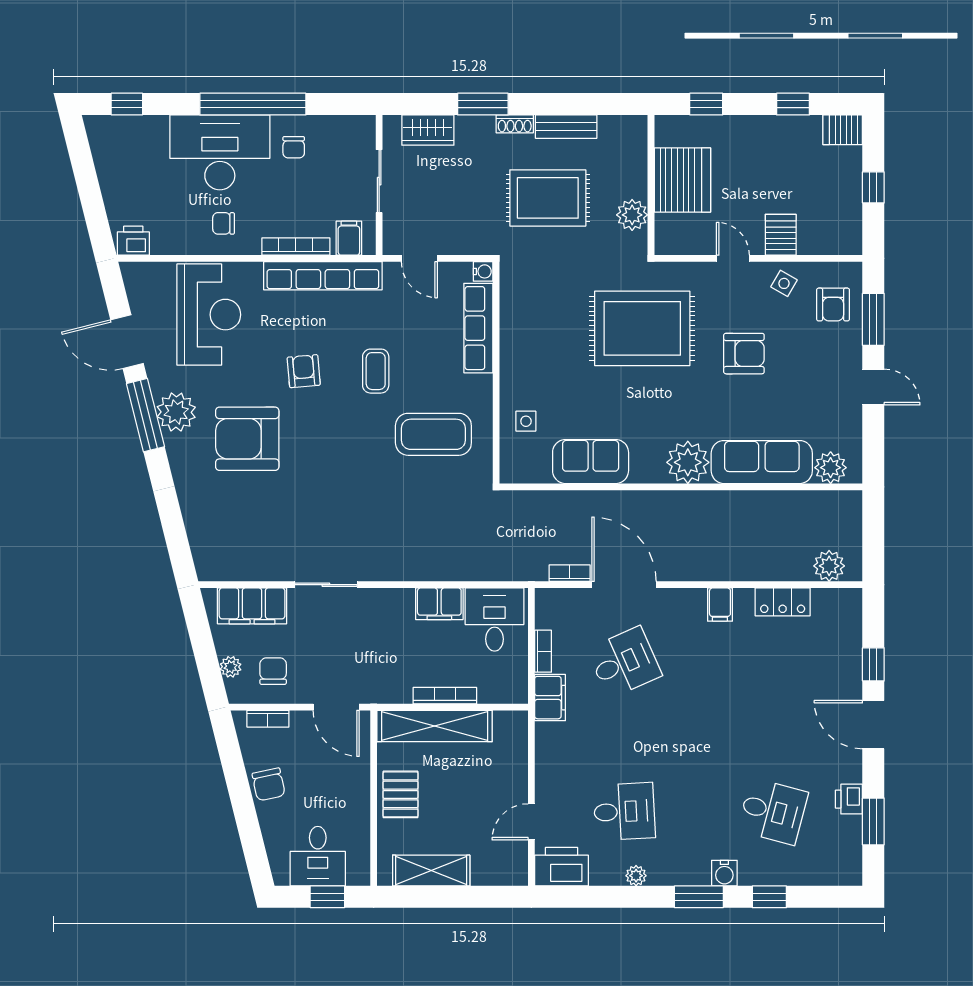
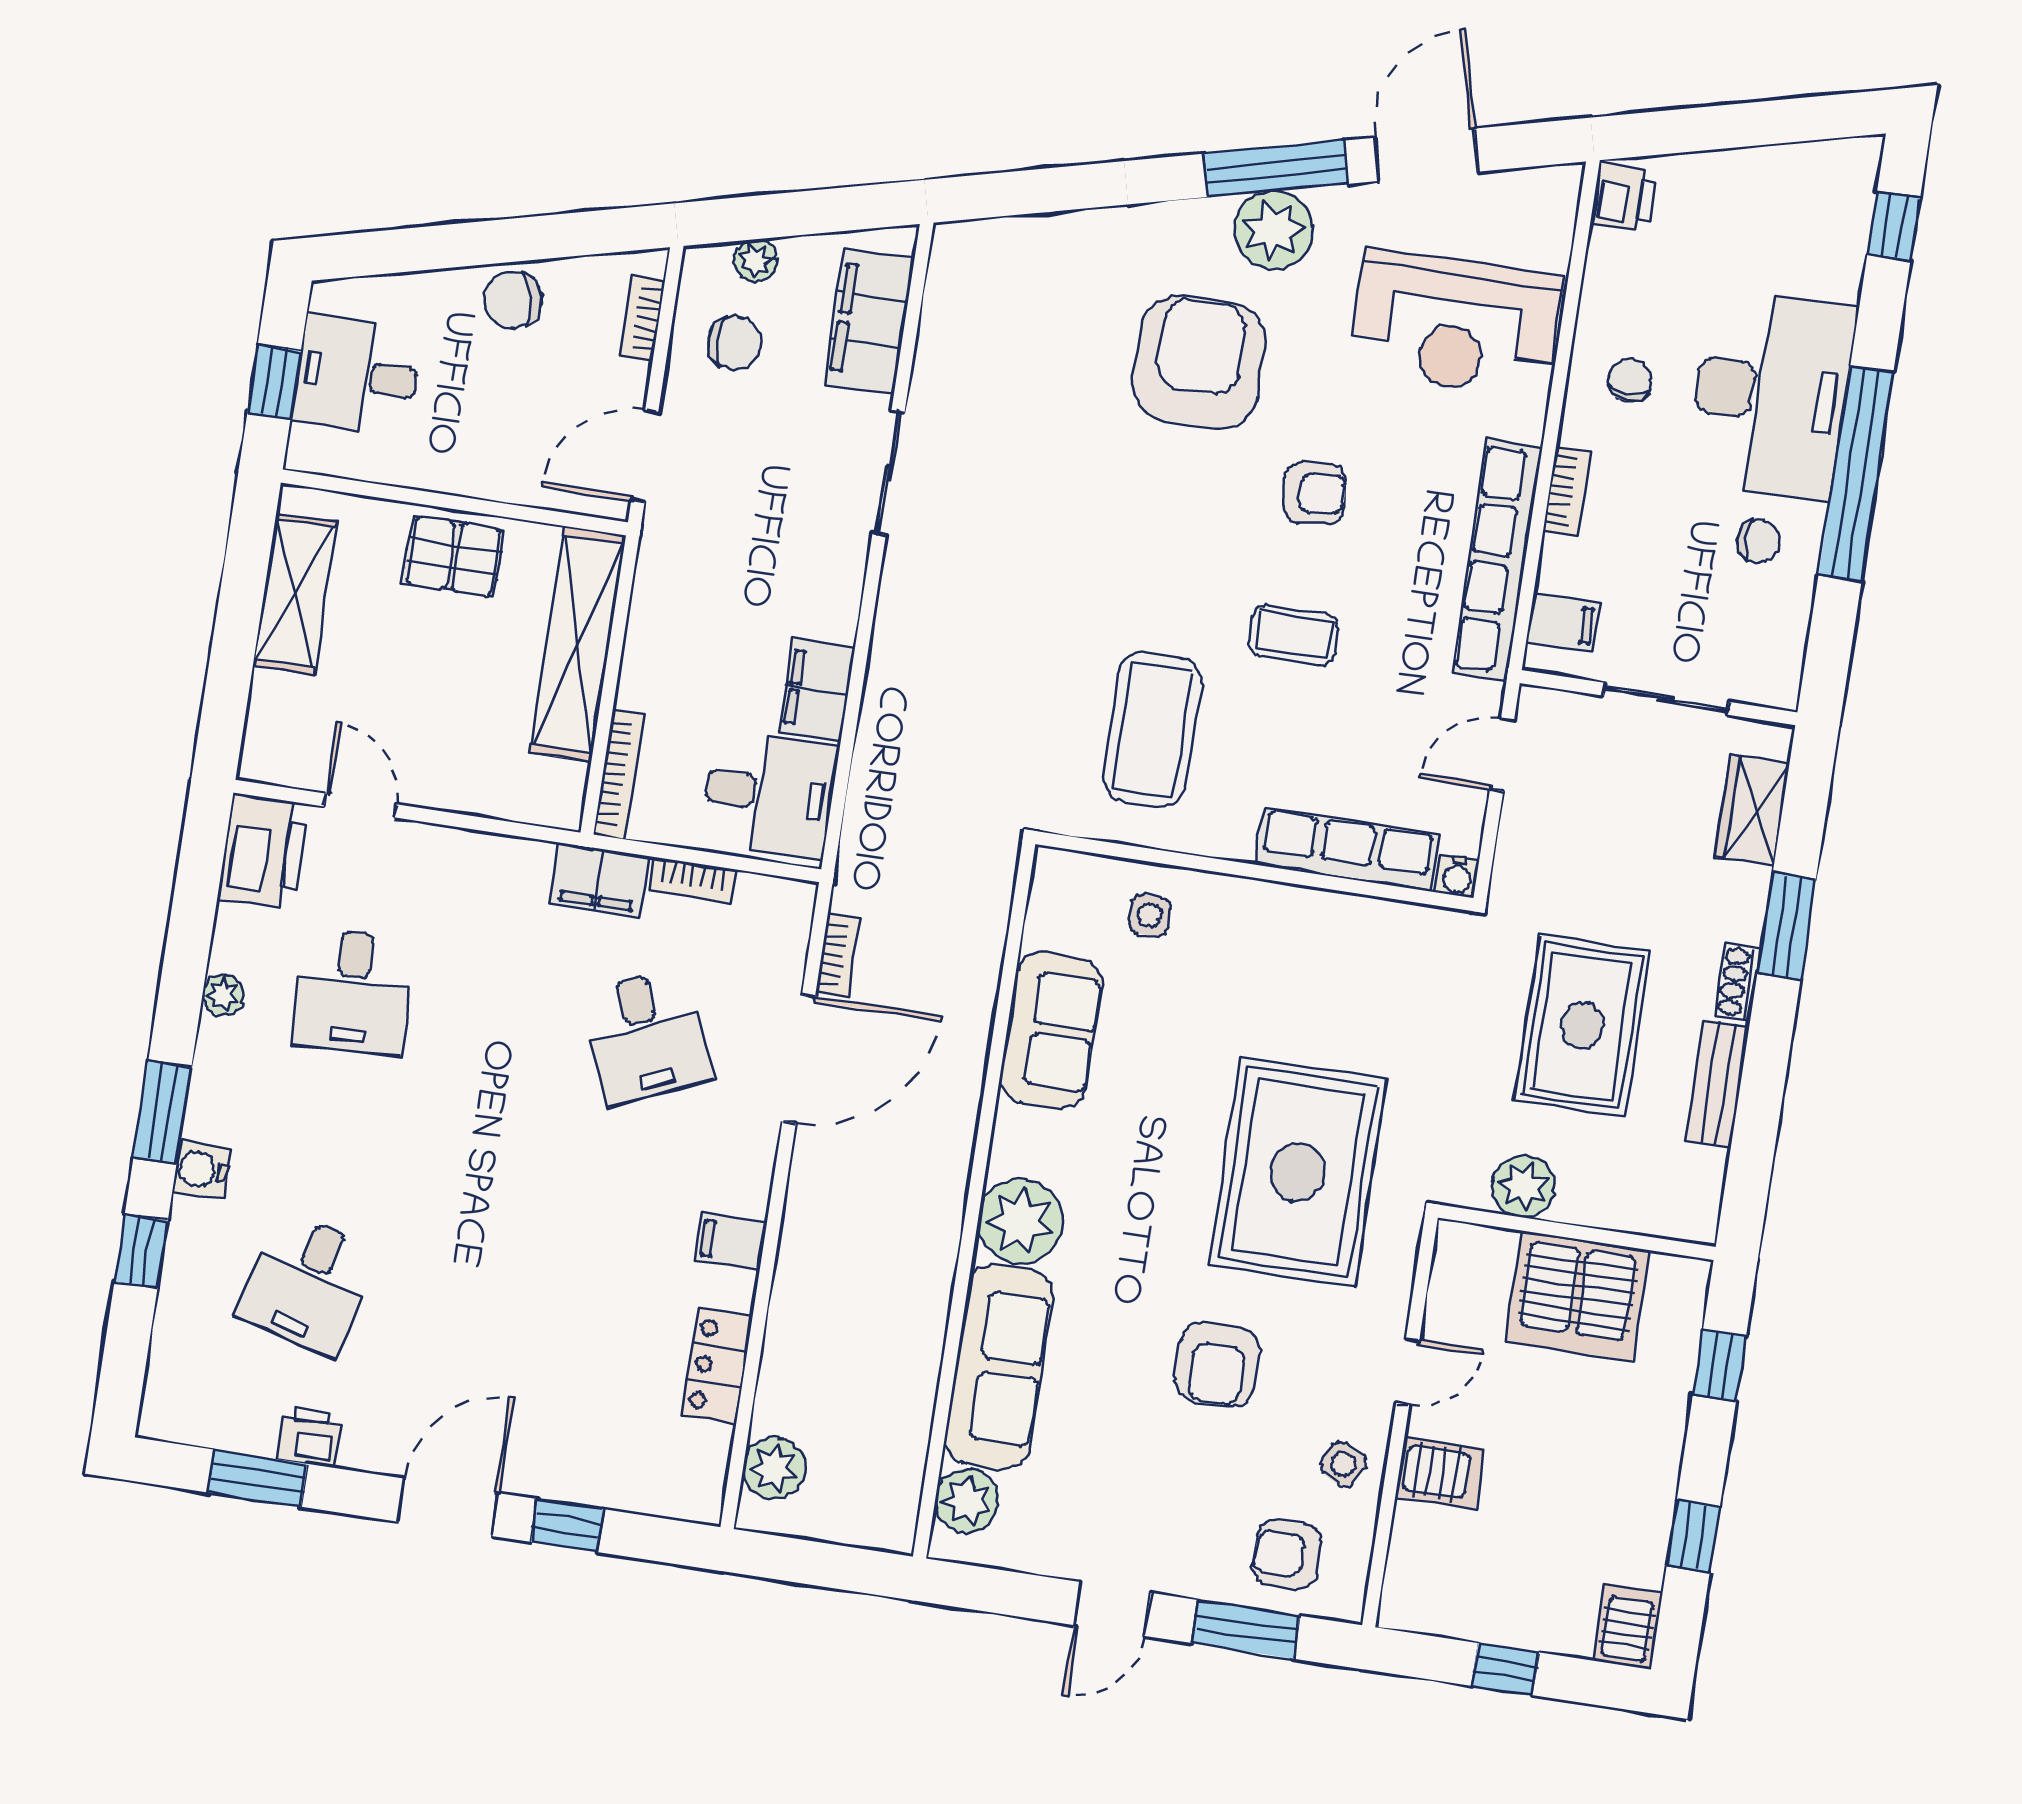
chair: (294, 147) -> (1759, 541), turned 180
bookcase: (296, 246) -> (1566, 491), width x0.64
bookcase: (445, 696) -> (619, 774), moved

